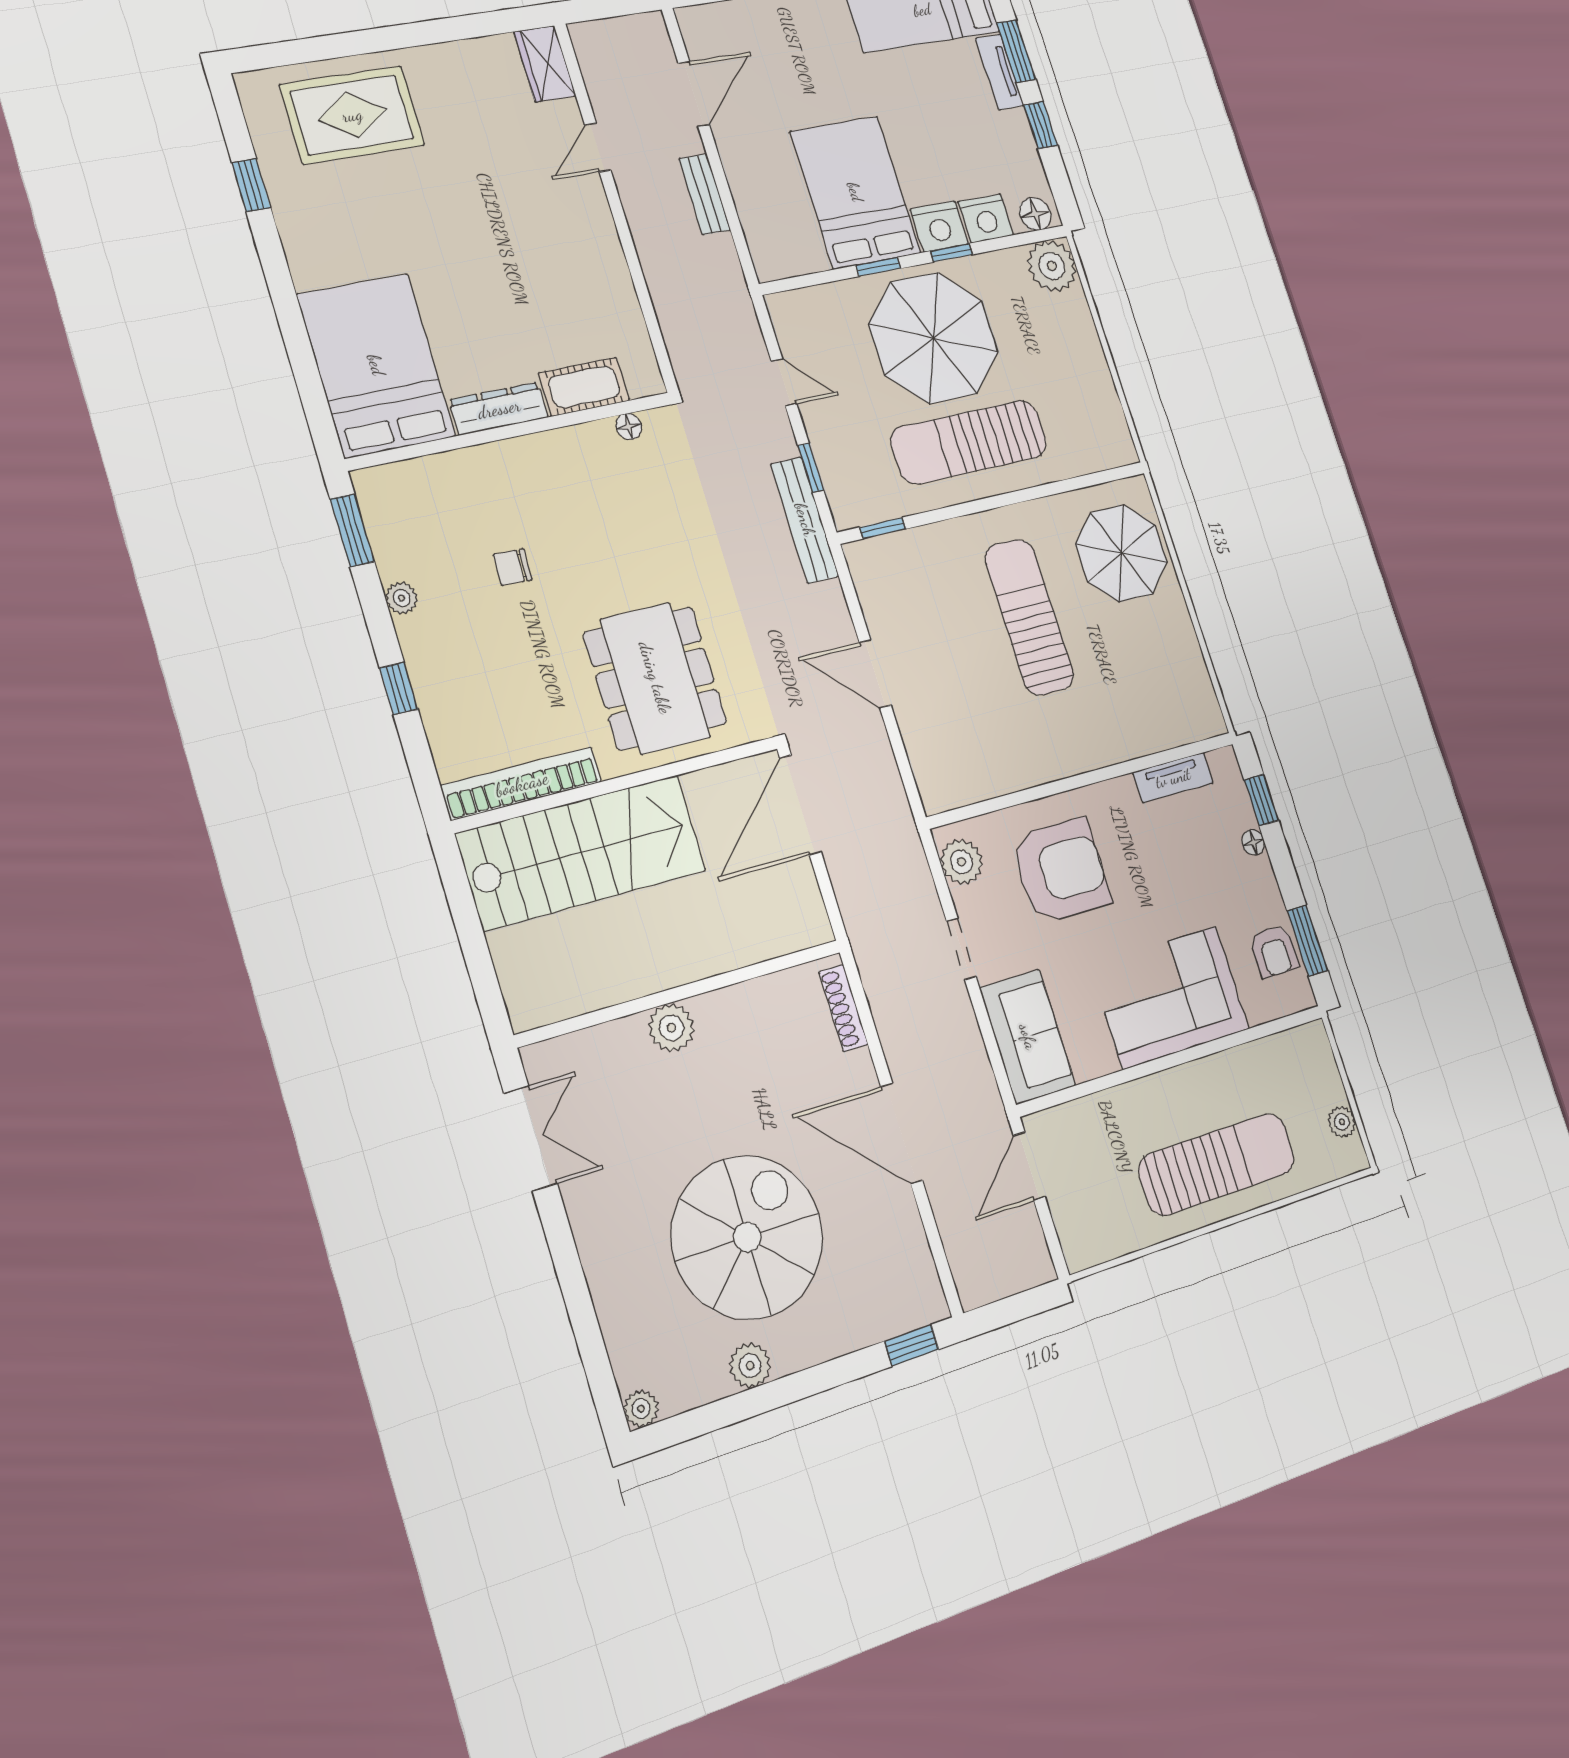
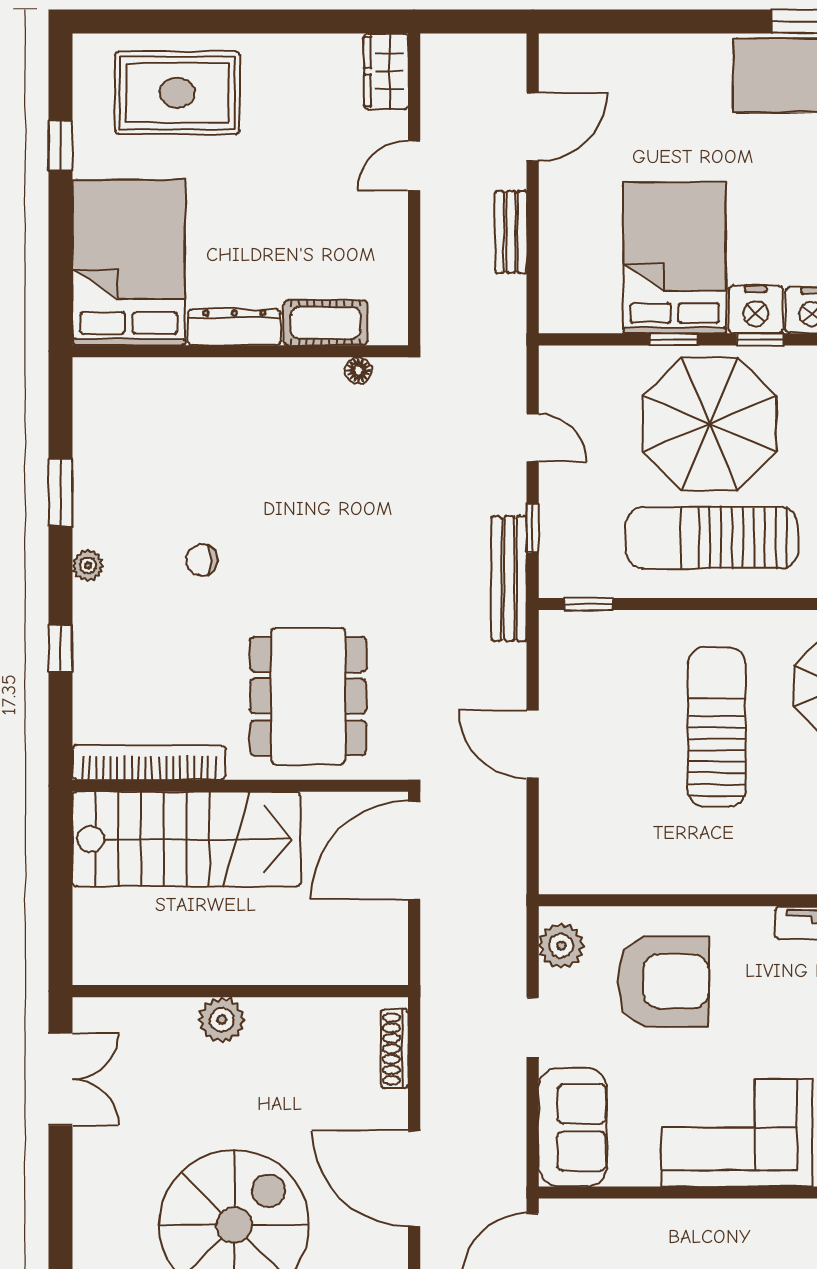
bed: (376, 365) -> (129, 262), moved
cot: (584, 387) -> (326, 323), moved
dresser: (499, 409) -> (234, 327), moved
floor lamp: (629, 427) -> (358, 370), moved
wall: (511, 431) -> (240, 351), moved

